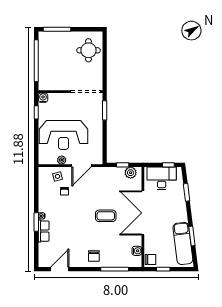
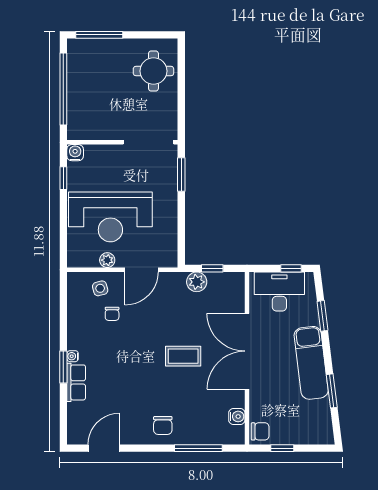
plant: (131, 173) -> (197, 282), moved
exam couch: (183, 243) -> (311, 363), moved

